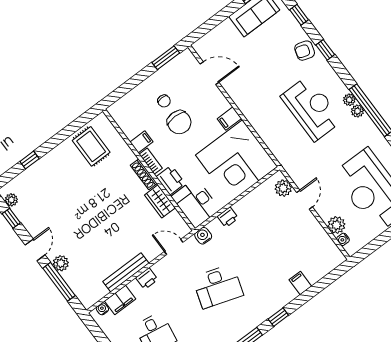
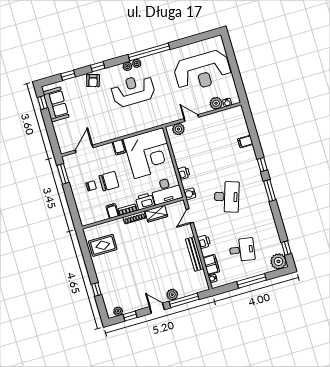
plant: (357, 111) -> (127, 66), moved

